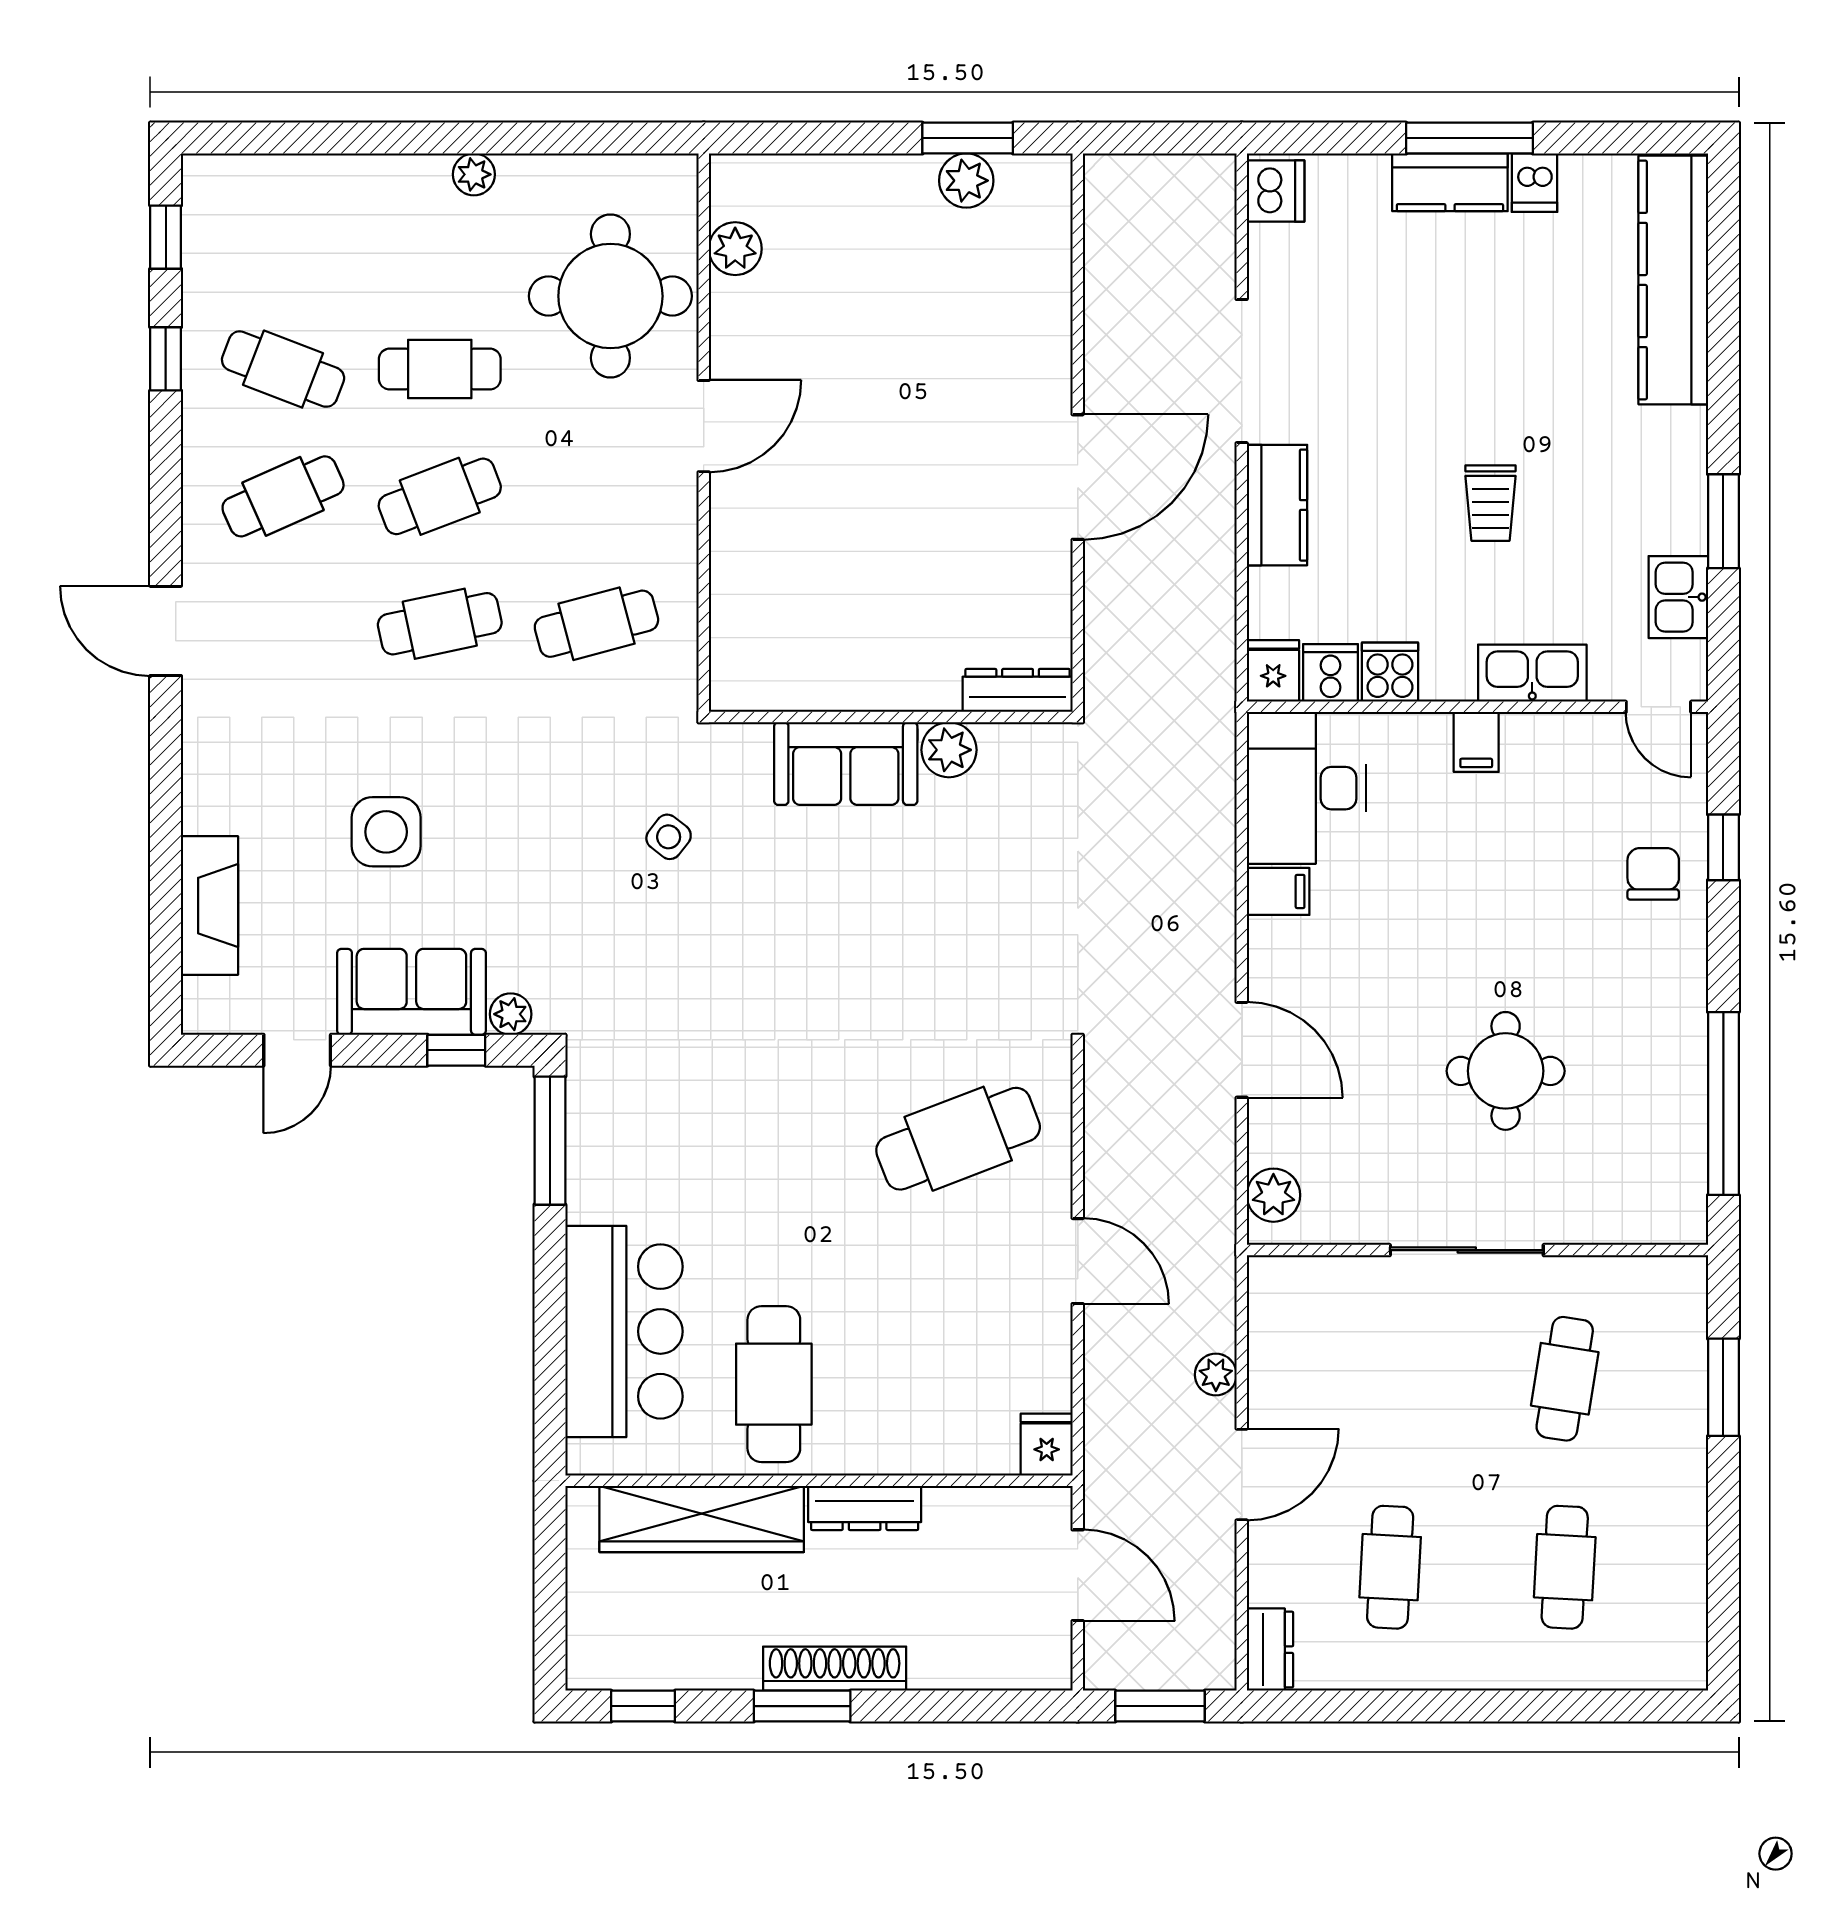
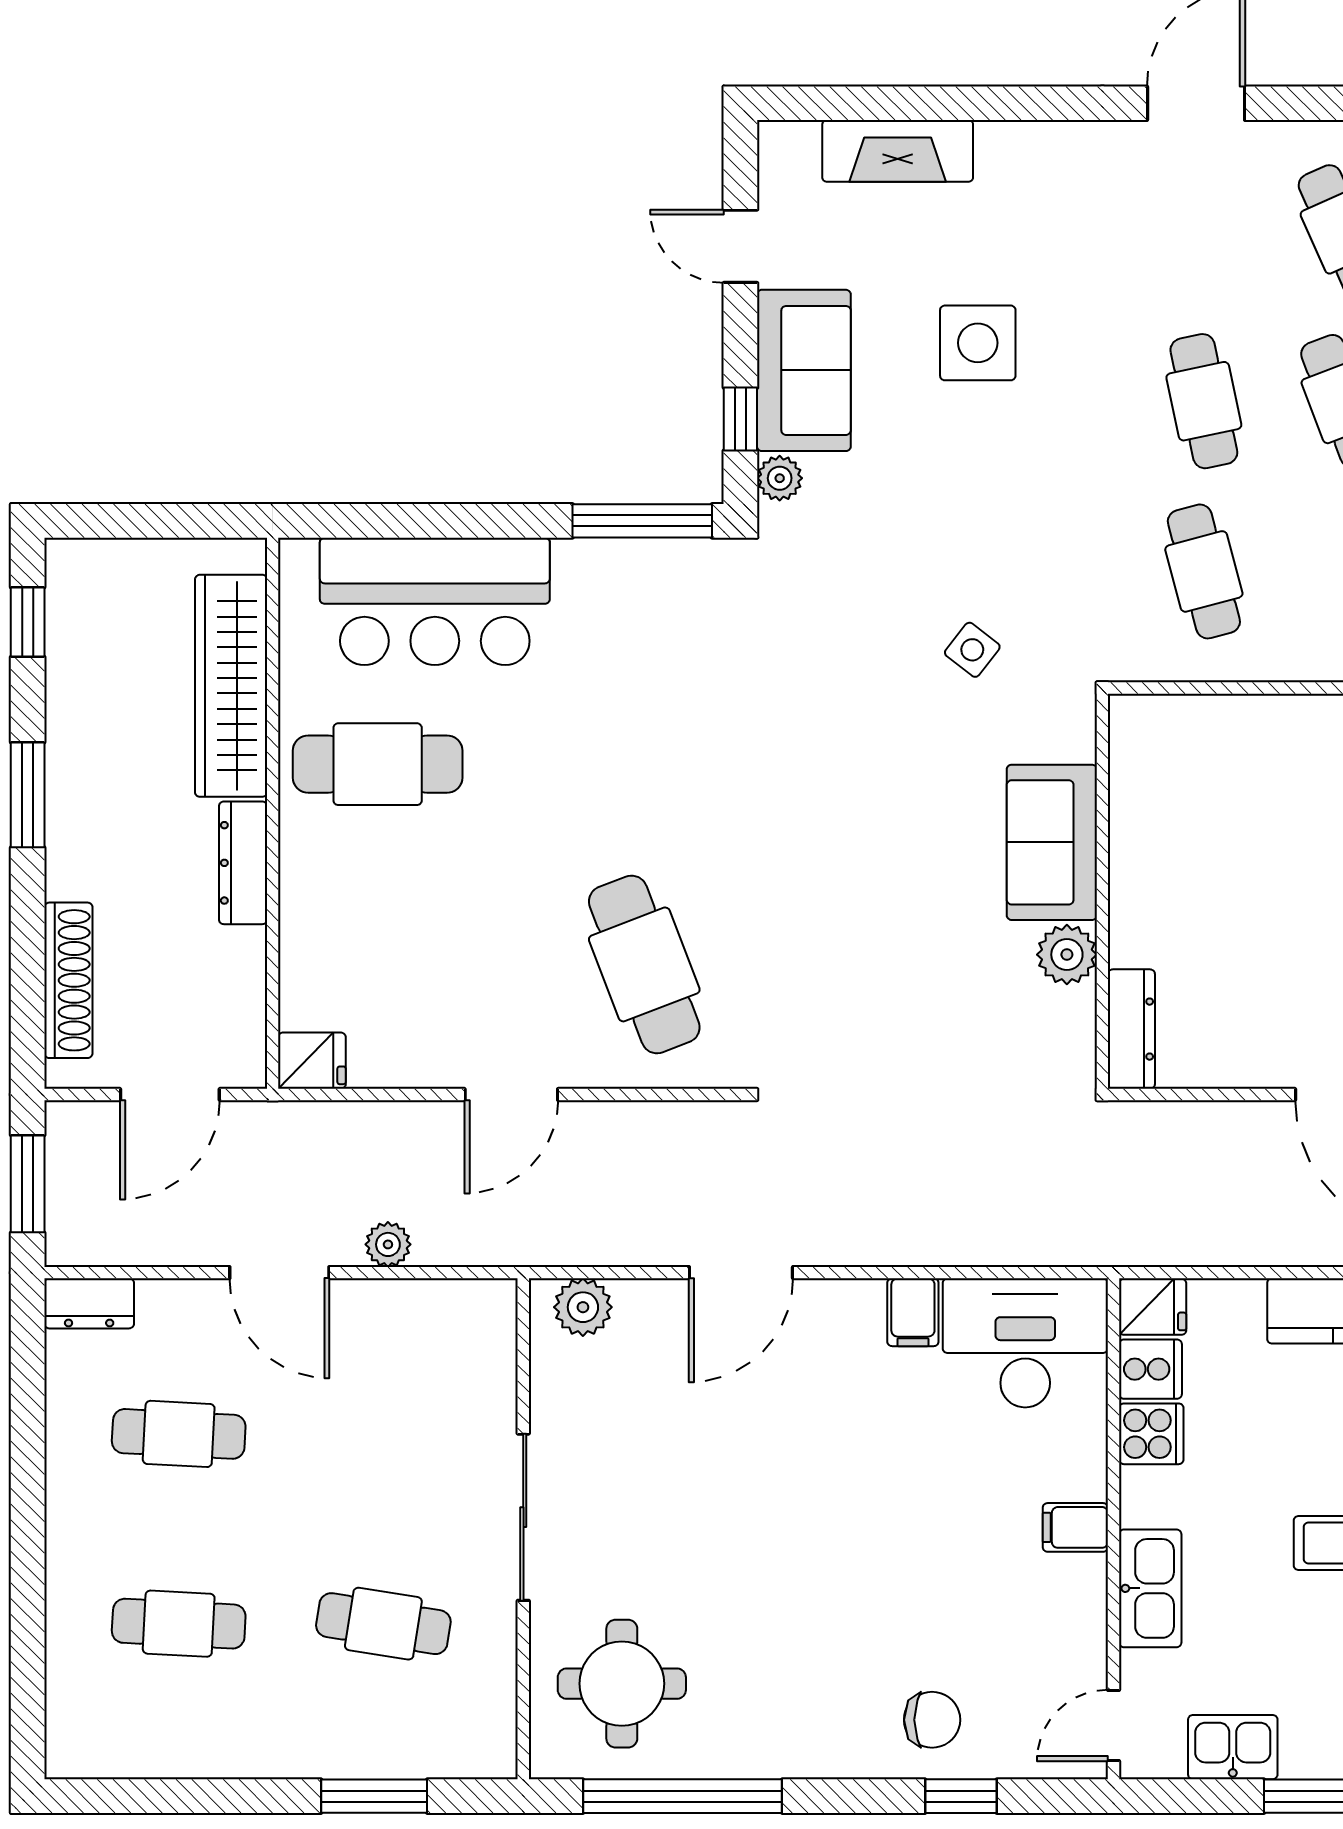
round table: (1506, 1071) -> (622, 1684), moved
shoe rack: (835, 1669) -> (68, 980), moved

